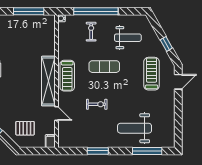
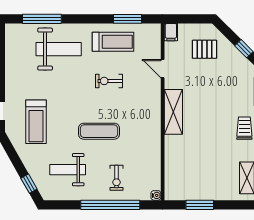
window: (29, 11) -> (200, 205), width x0.69
window: (166, 44) -> (29, 184), moved
treadmill: (67, 76) -> (113, 42), moved, turned 90
shelving: (48, 81) -> (173, 112), width x0.68
window: (98, 151) -> (127, 19), moved

